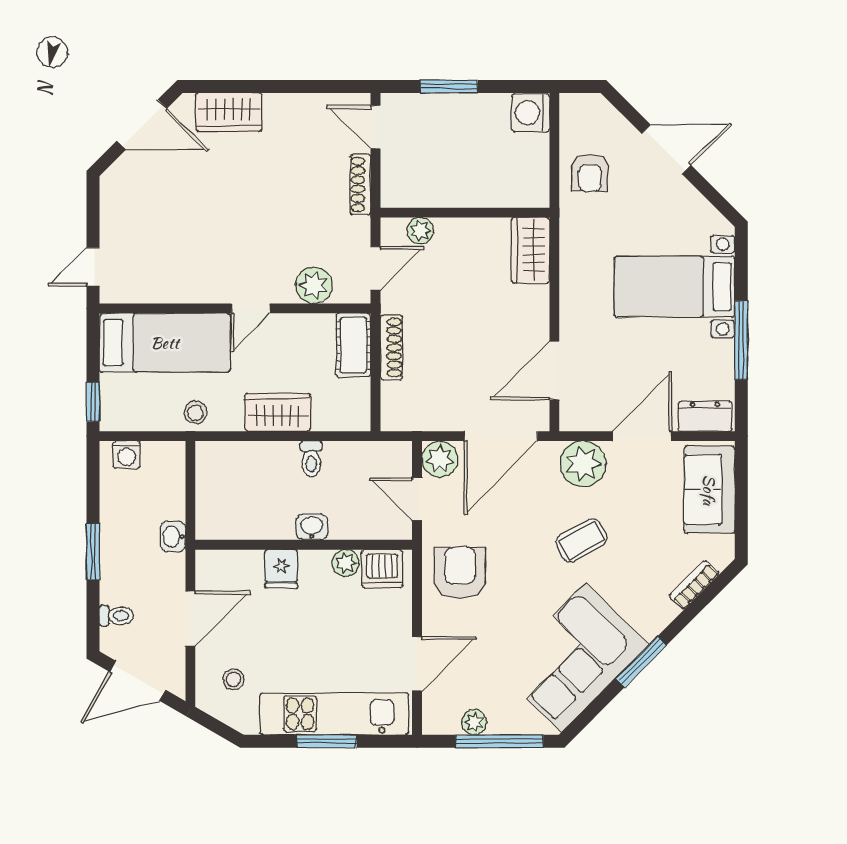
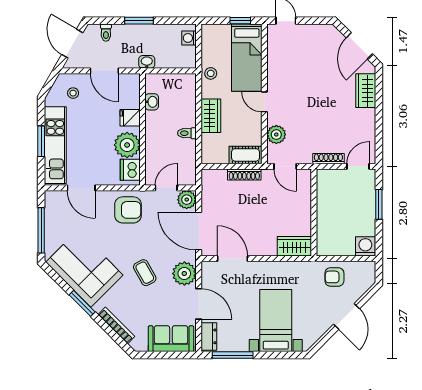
plant: (420, 231) -> (305, 189), removed
window: (741, 340) -> (233, 355), moved
window: (93, 402) -> (240, 21), moved
washbasin: (312, 527) -> (152, 102), moved
plant: (346, 563) -> (127, 145), width x1.88, depth x1.88
bookcase: (694, 585) -> (116, 325), width x1.56
plant: (474, 722) -> (51, 217), removed

